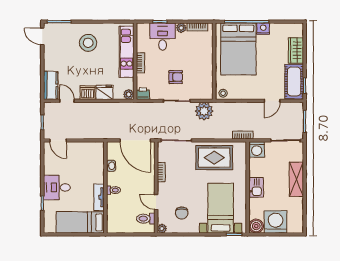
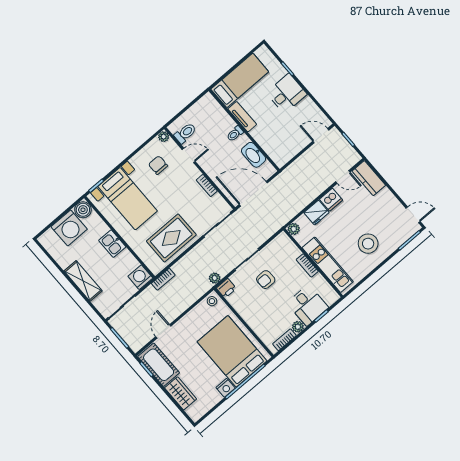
printer: (143, 94) -> (226, 288), moved
plant: (204, 111) -> (215, 278), width x0.53, depth x0.53
washbasin: (111, 166) -> (254, 155), width x1.91, depth x1.45

